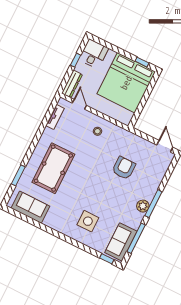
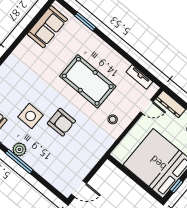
pool table: (53, 168) -> (88, 81), moved
armchair: (124, 168) -> (61, 122), moved
side table: (88, 221) -> (31, 116), moved

